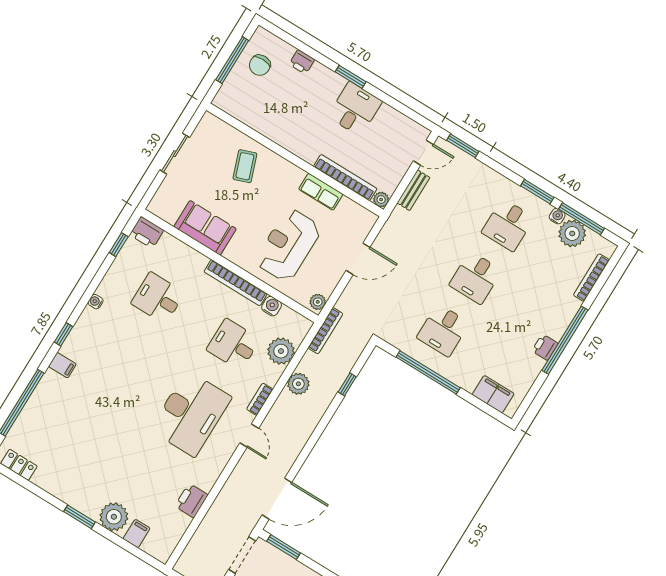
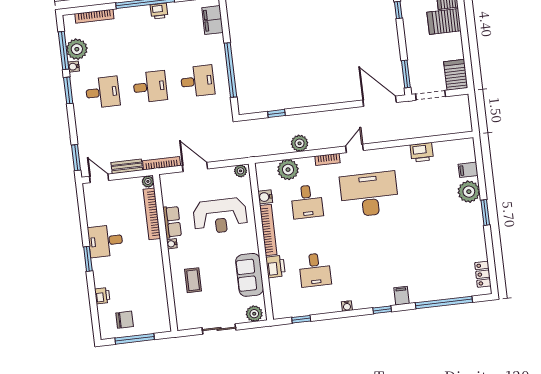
coffee table: (245, 166) -> (193, 280), turned -70
water cooler: (299, 174) -> (172, 244), added
plant: (162, 201) -> (254, 314), added
printer: (147, 232) -> (276, 267), moved
bookcase: (325, 331) -> (162, 163), moved

